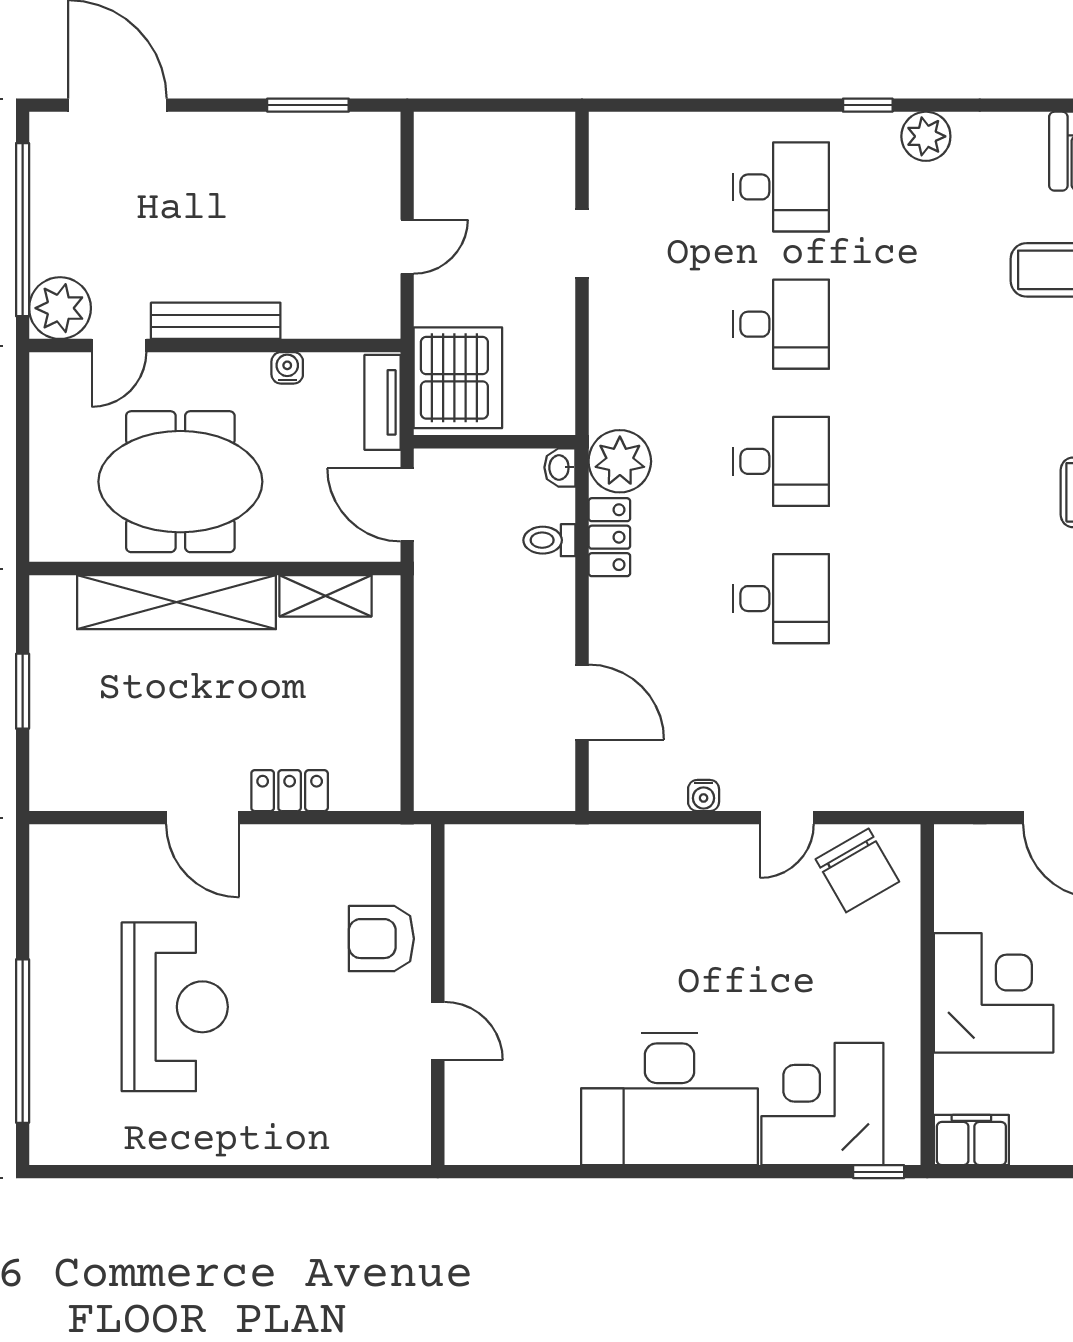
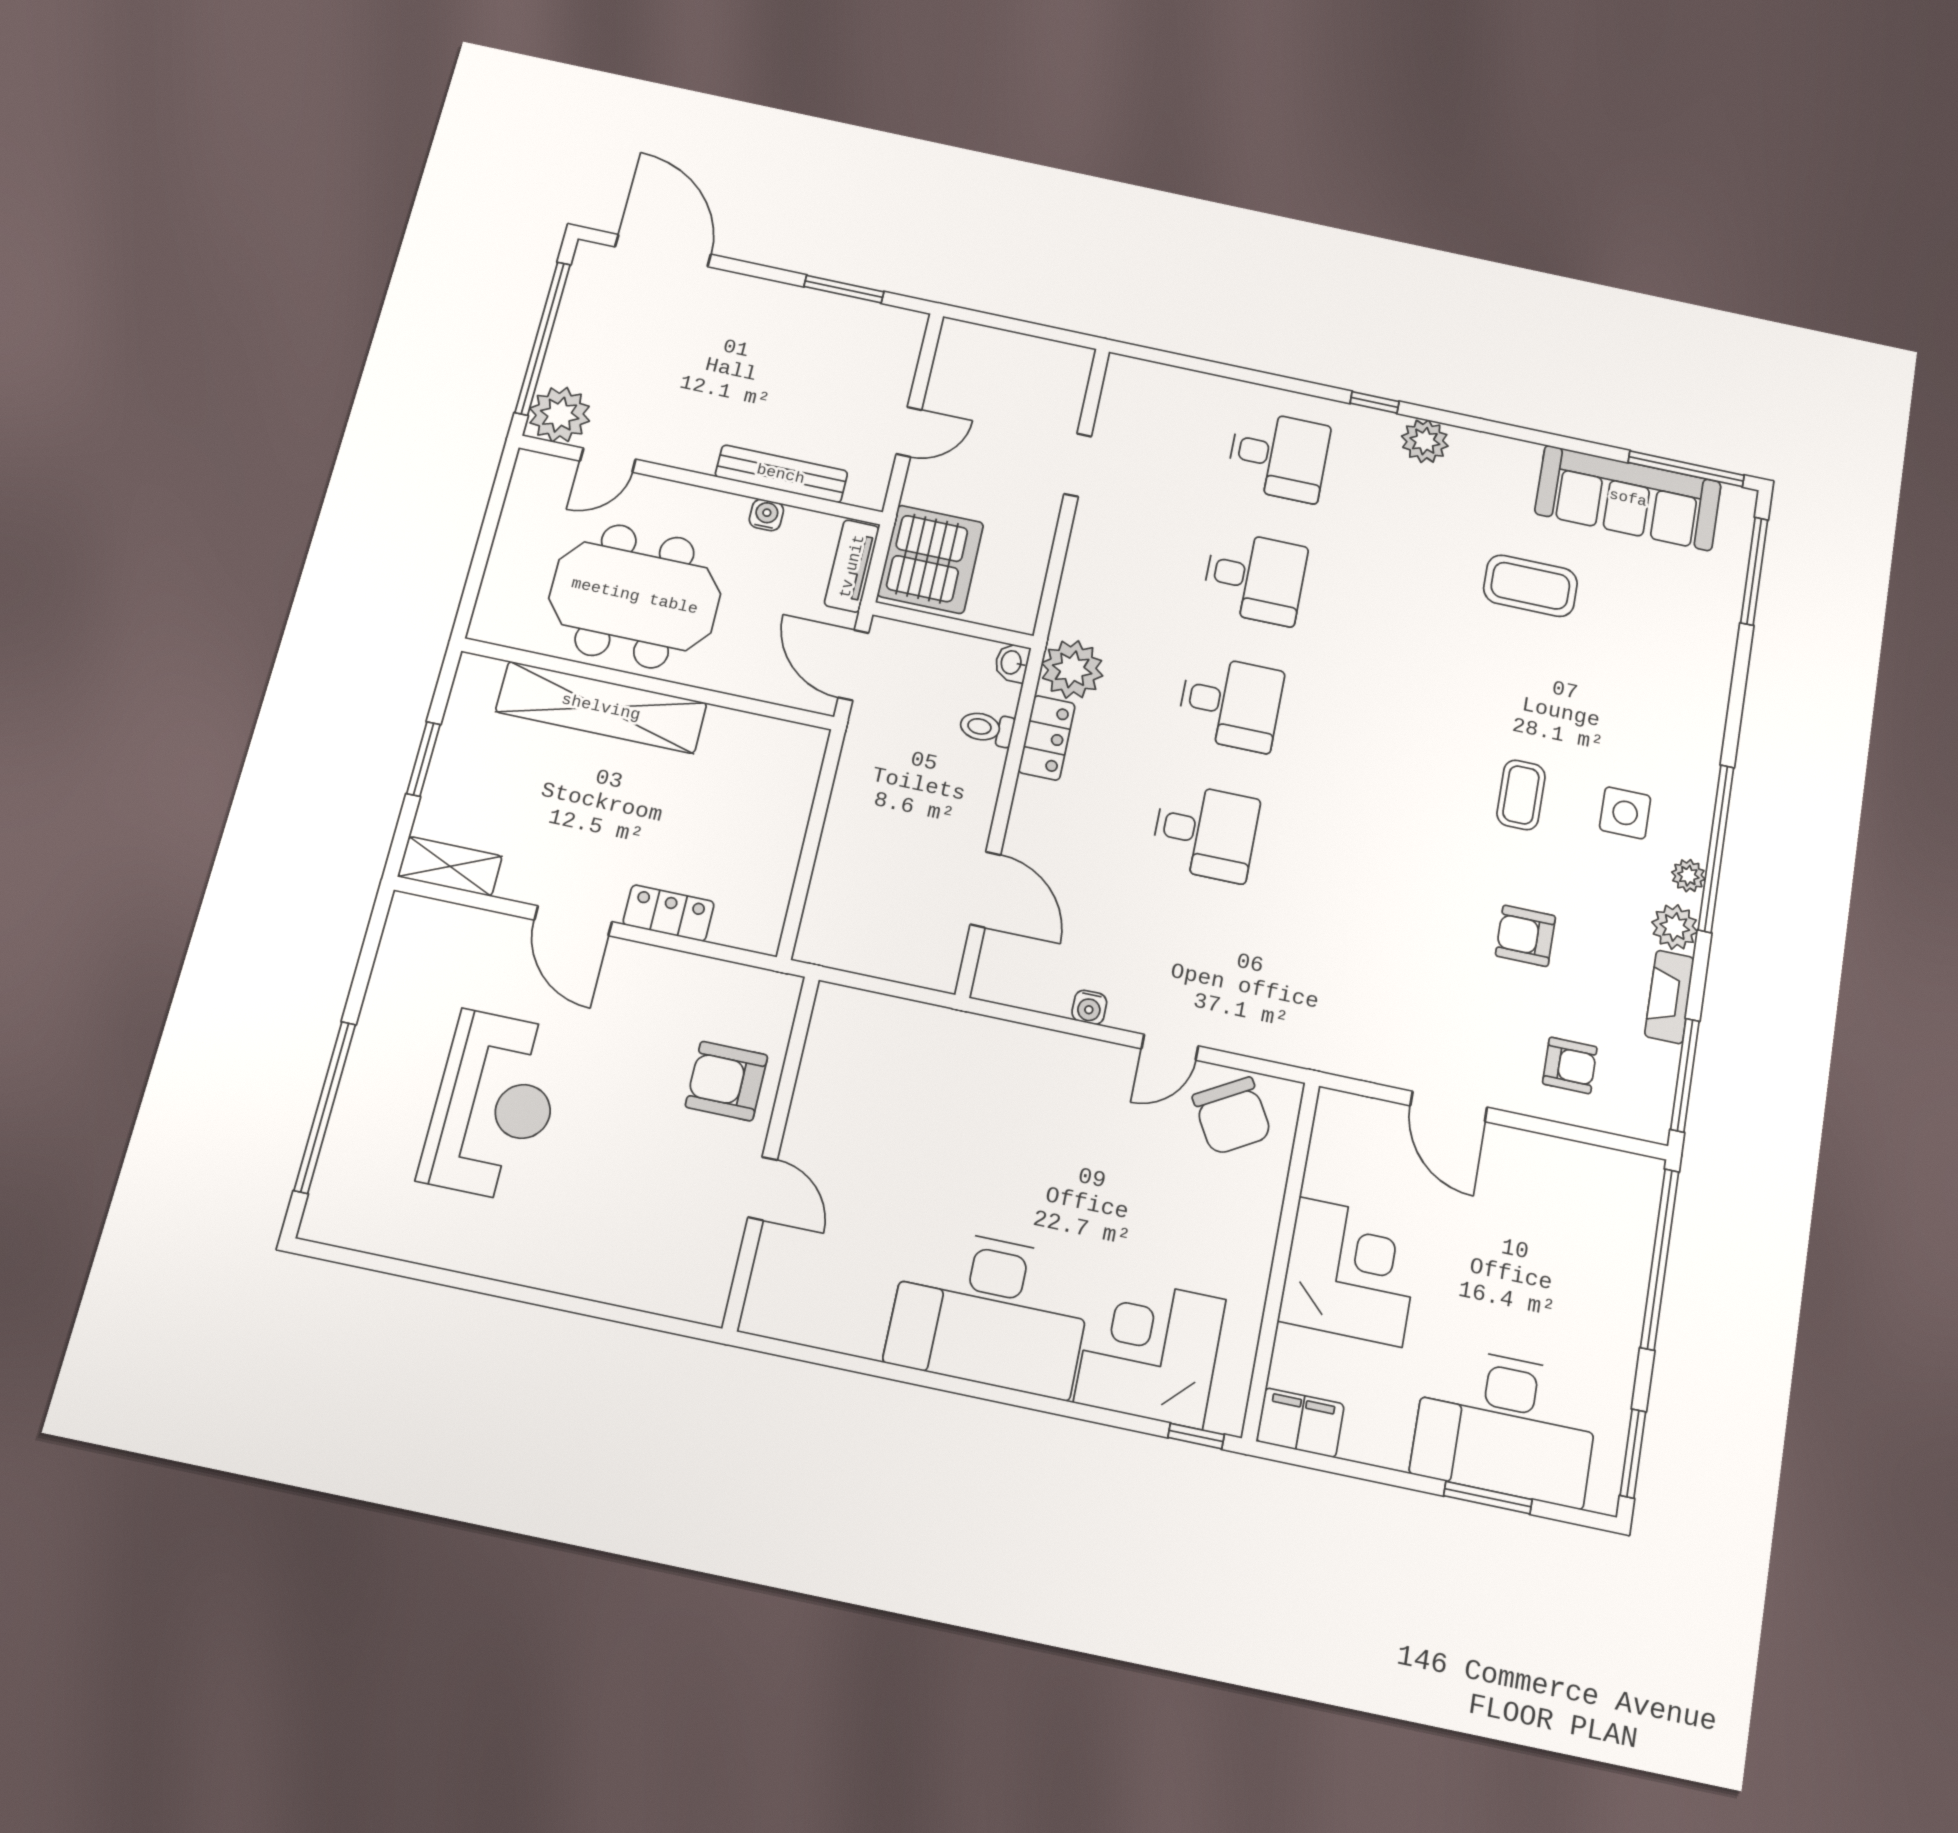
bench: (216, 321) -> (781, 474), moved
shelving: (325, 596) -> (450, 866), moved

